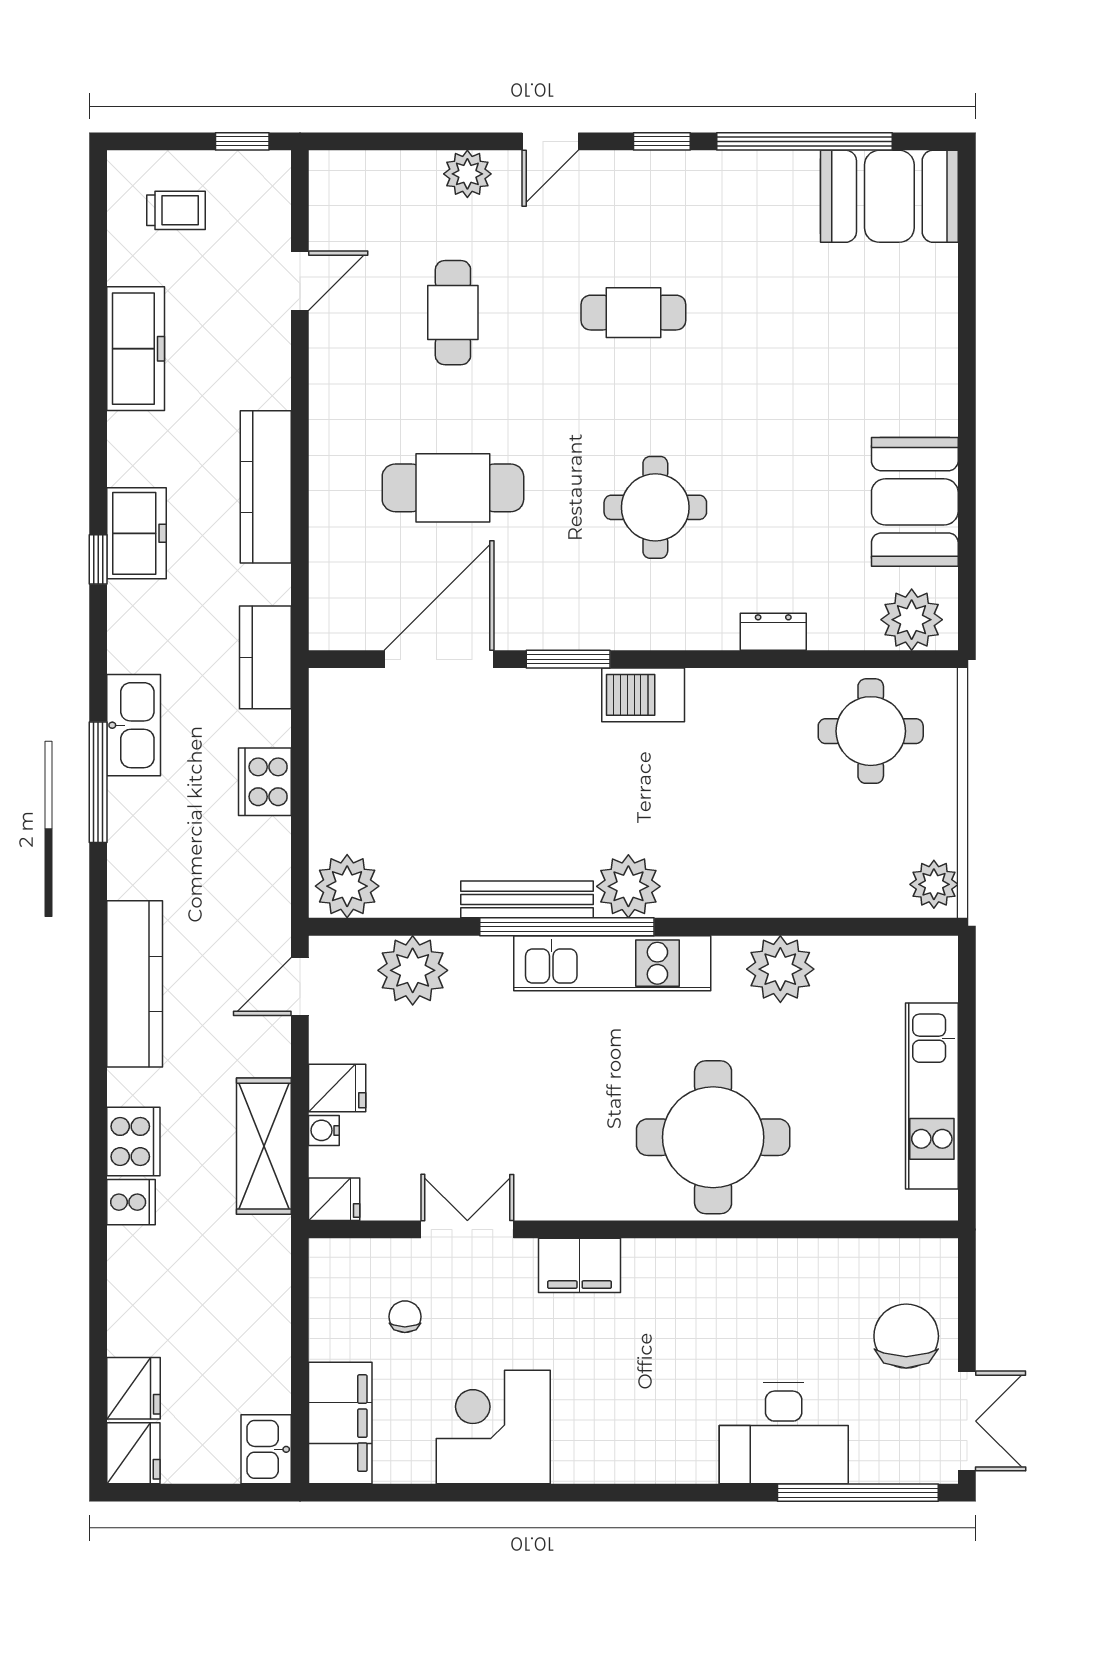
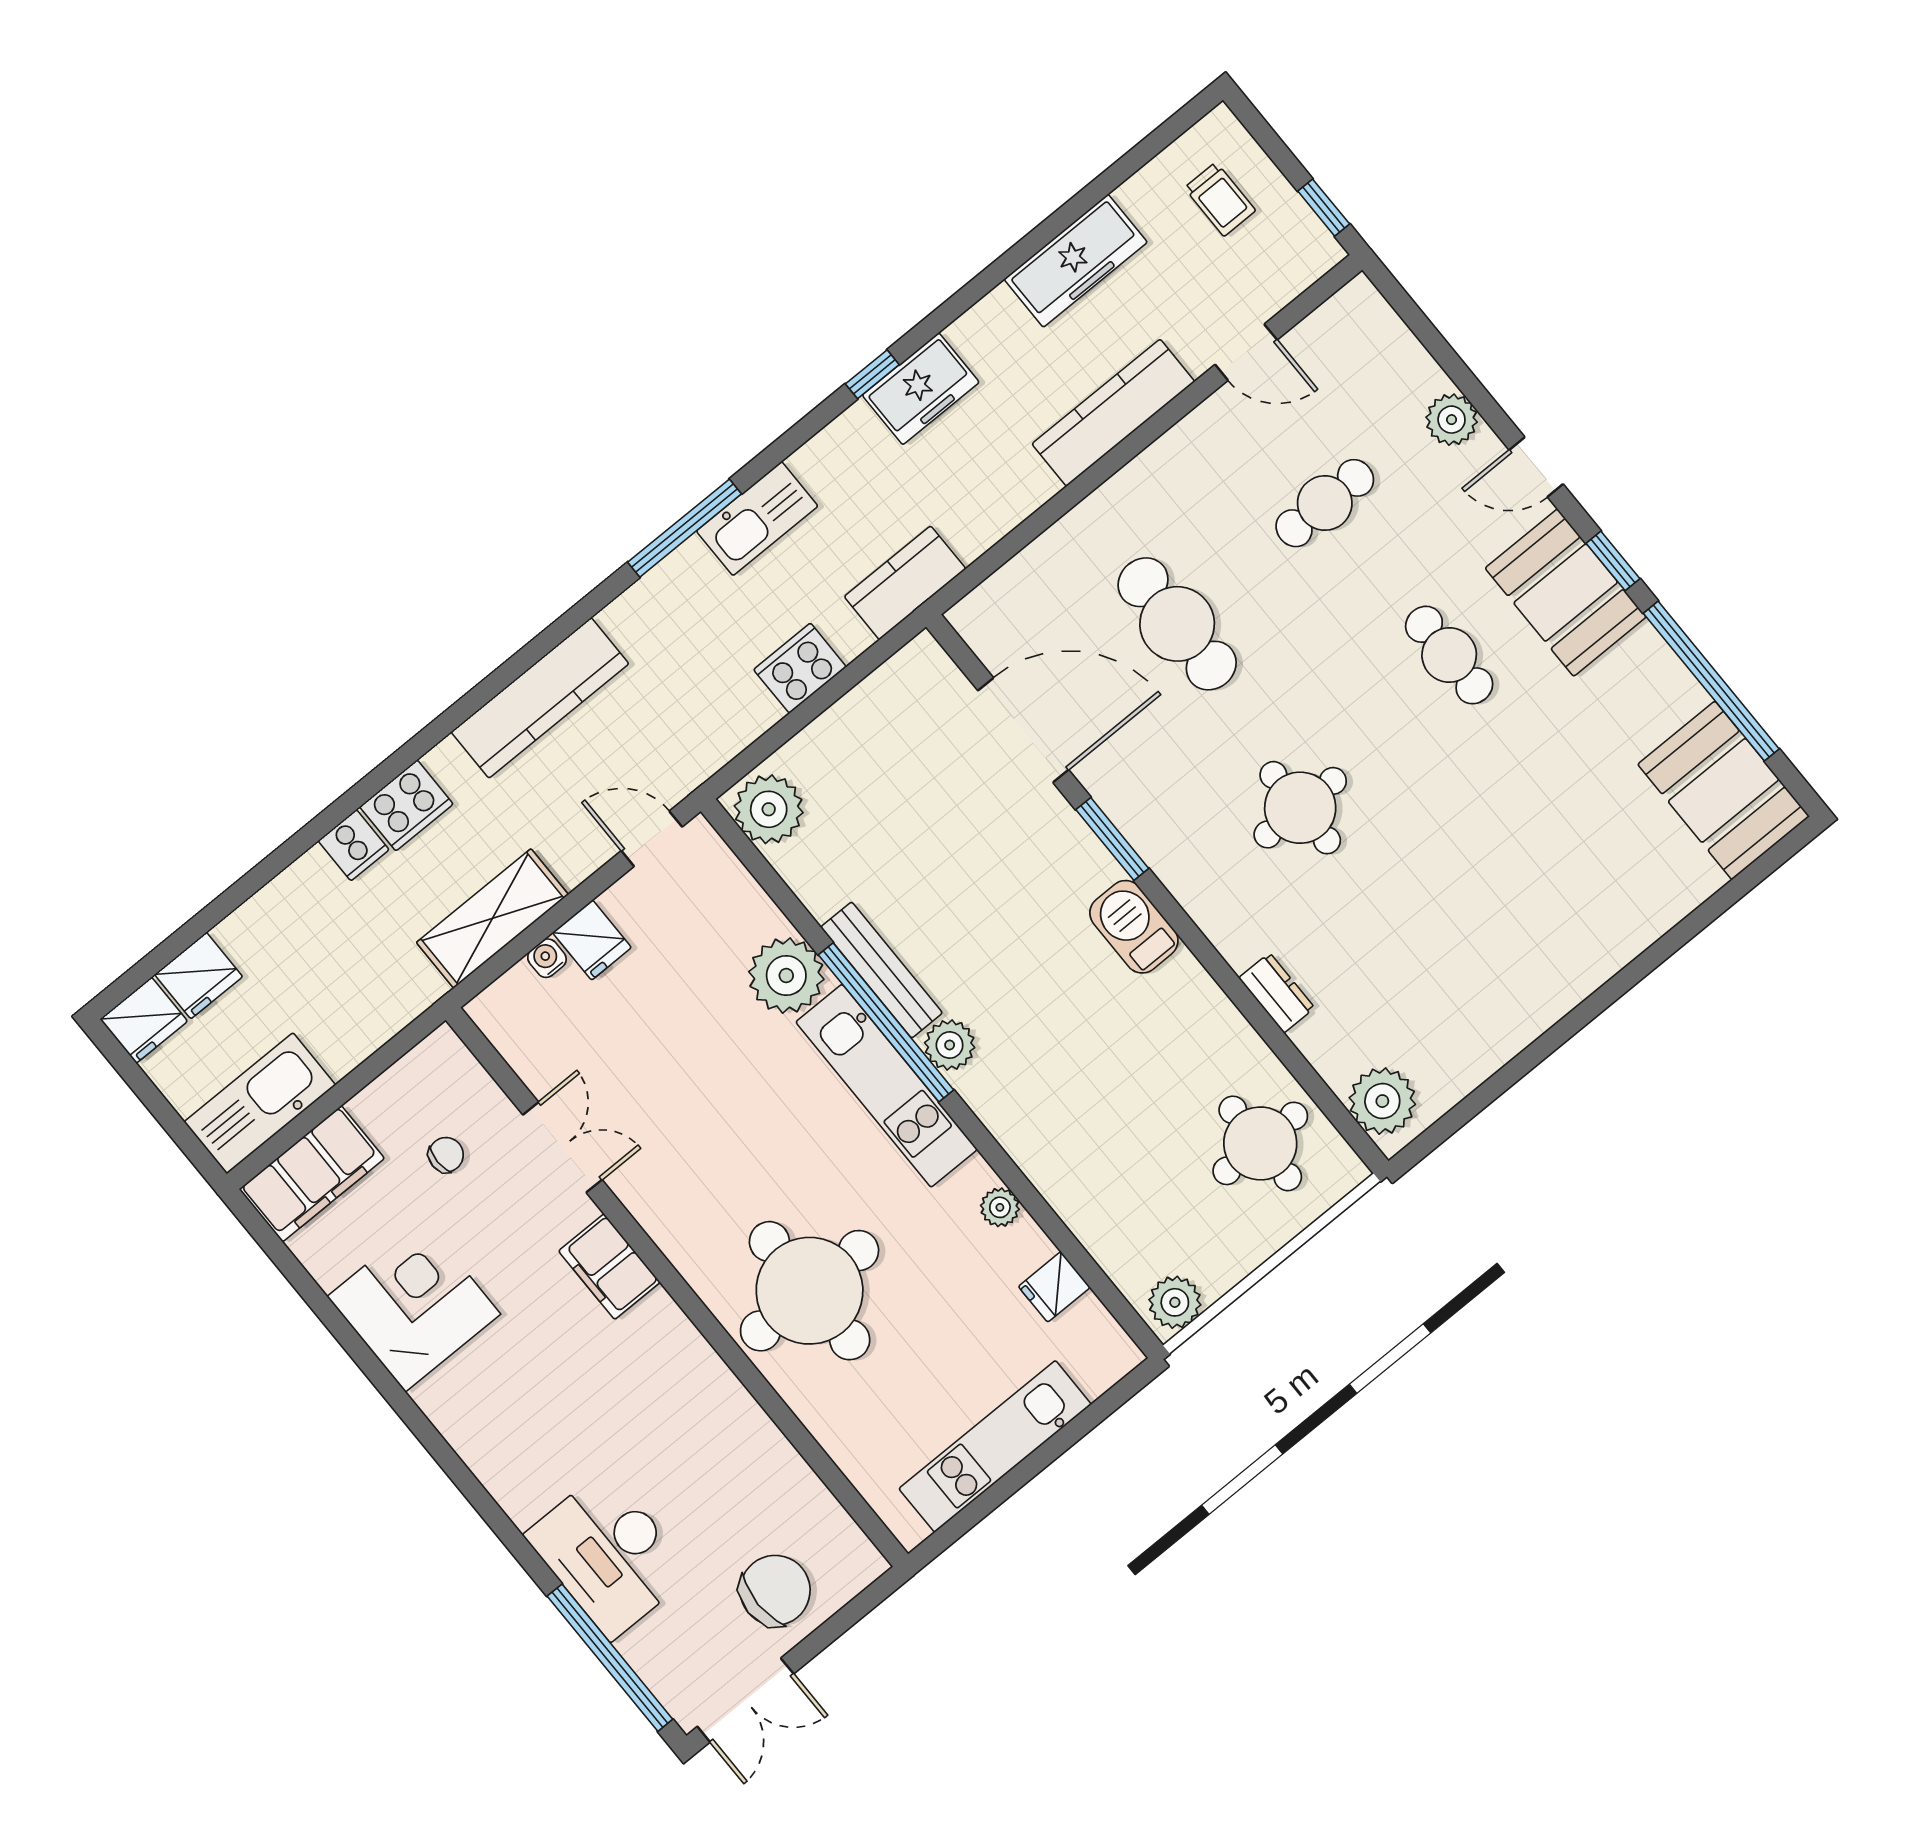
kitchen counter: (266, 487) -> (1113, 413), moved
booth: (915, 502) -> (1566, 593), moved, turned 90
plant: (628, 886) -> (950, 1045), width x0.73, depth x0.73
plant: (780, 969) -> (1000, 1207), width x0.53, depth x0.53
plant: (413, 970) -> (786, 976), moved
fridge: (334, 1199) -> (1054, 1287), moved, turned 90
kitchen sink: (266, 1449) -> (260, 1103), width x1.88, depth x1.24

